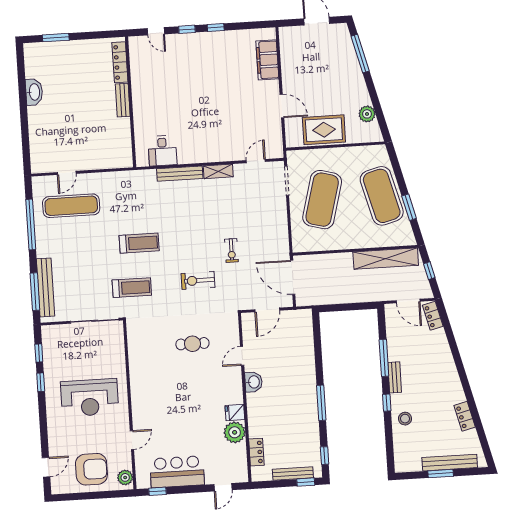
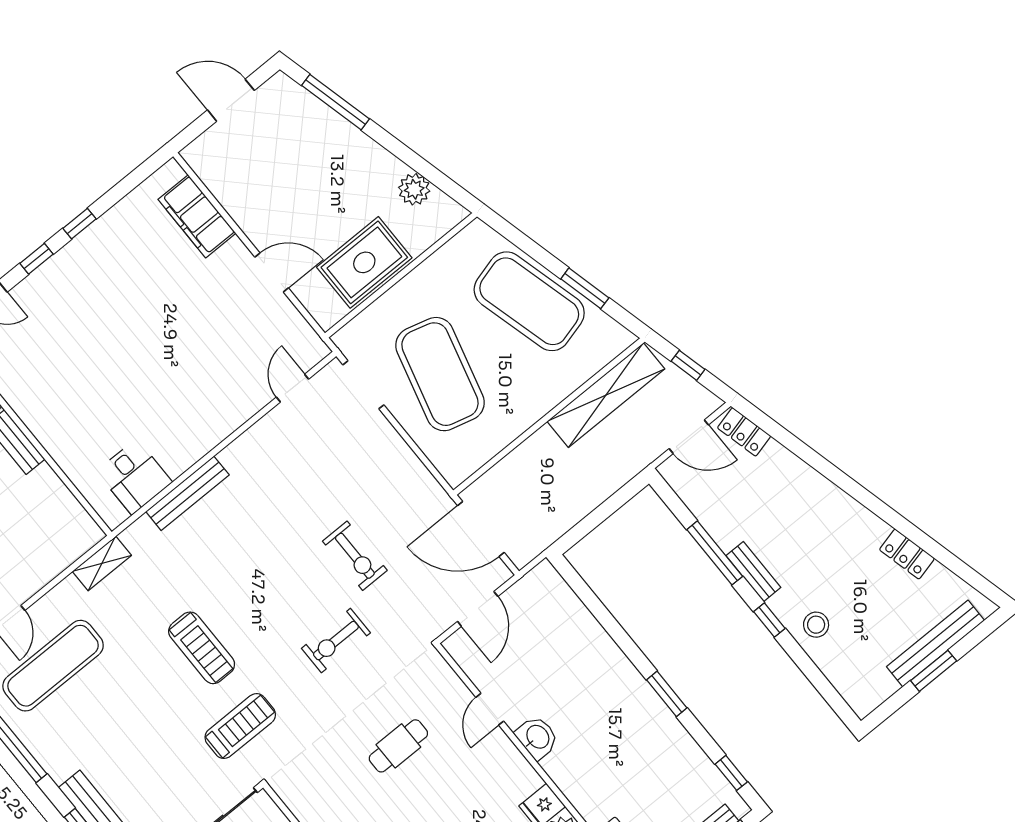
shelving: (218, 171) -> (102, 563), moved
treadmill: (139, 243) -> (202, 648), turned 90
exercise bike: (231, 250) -> (355, 556), width x1.38, depth x1.39
window: (321, 403) -> (667, 694), width x0.69

